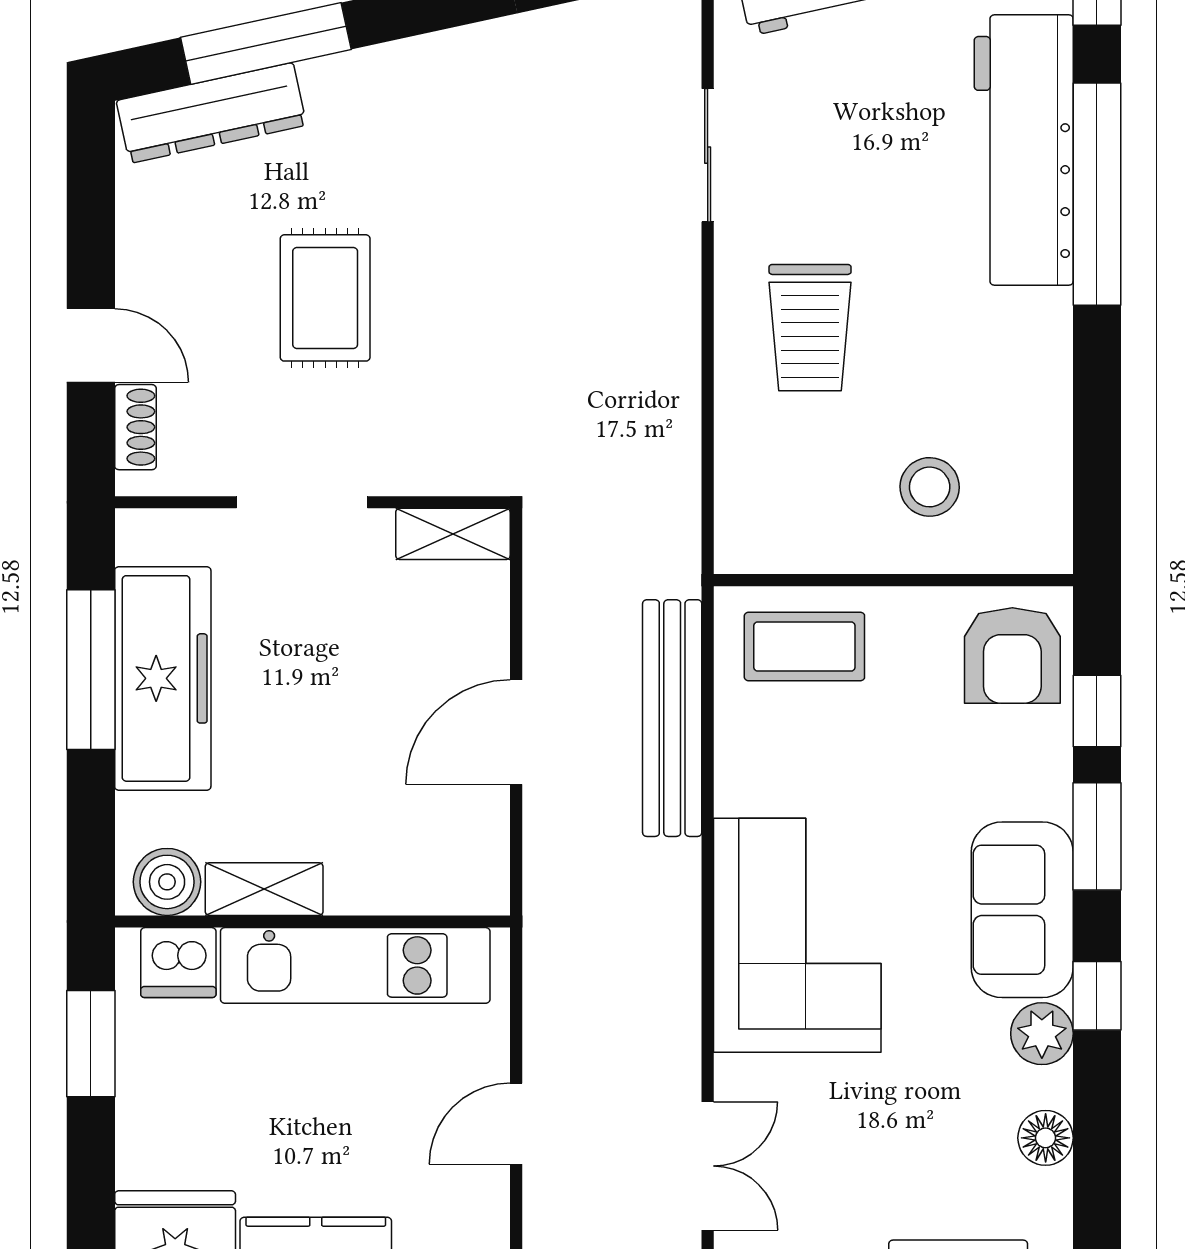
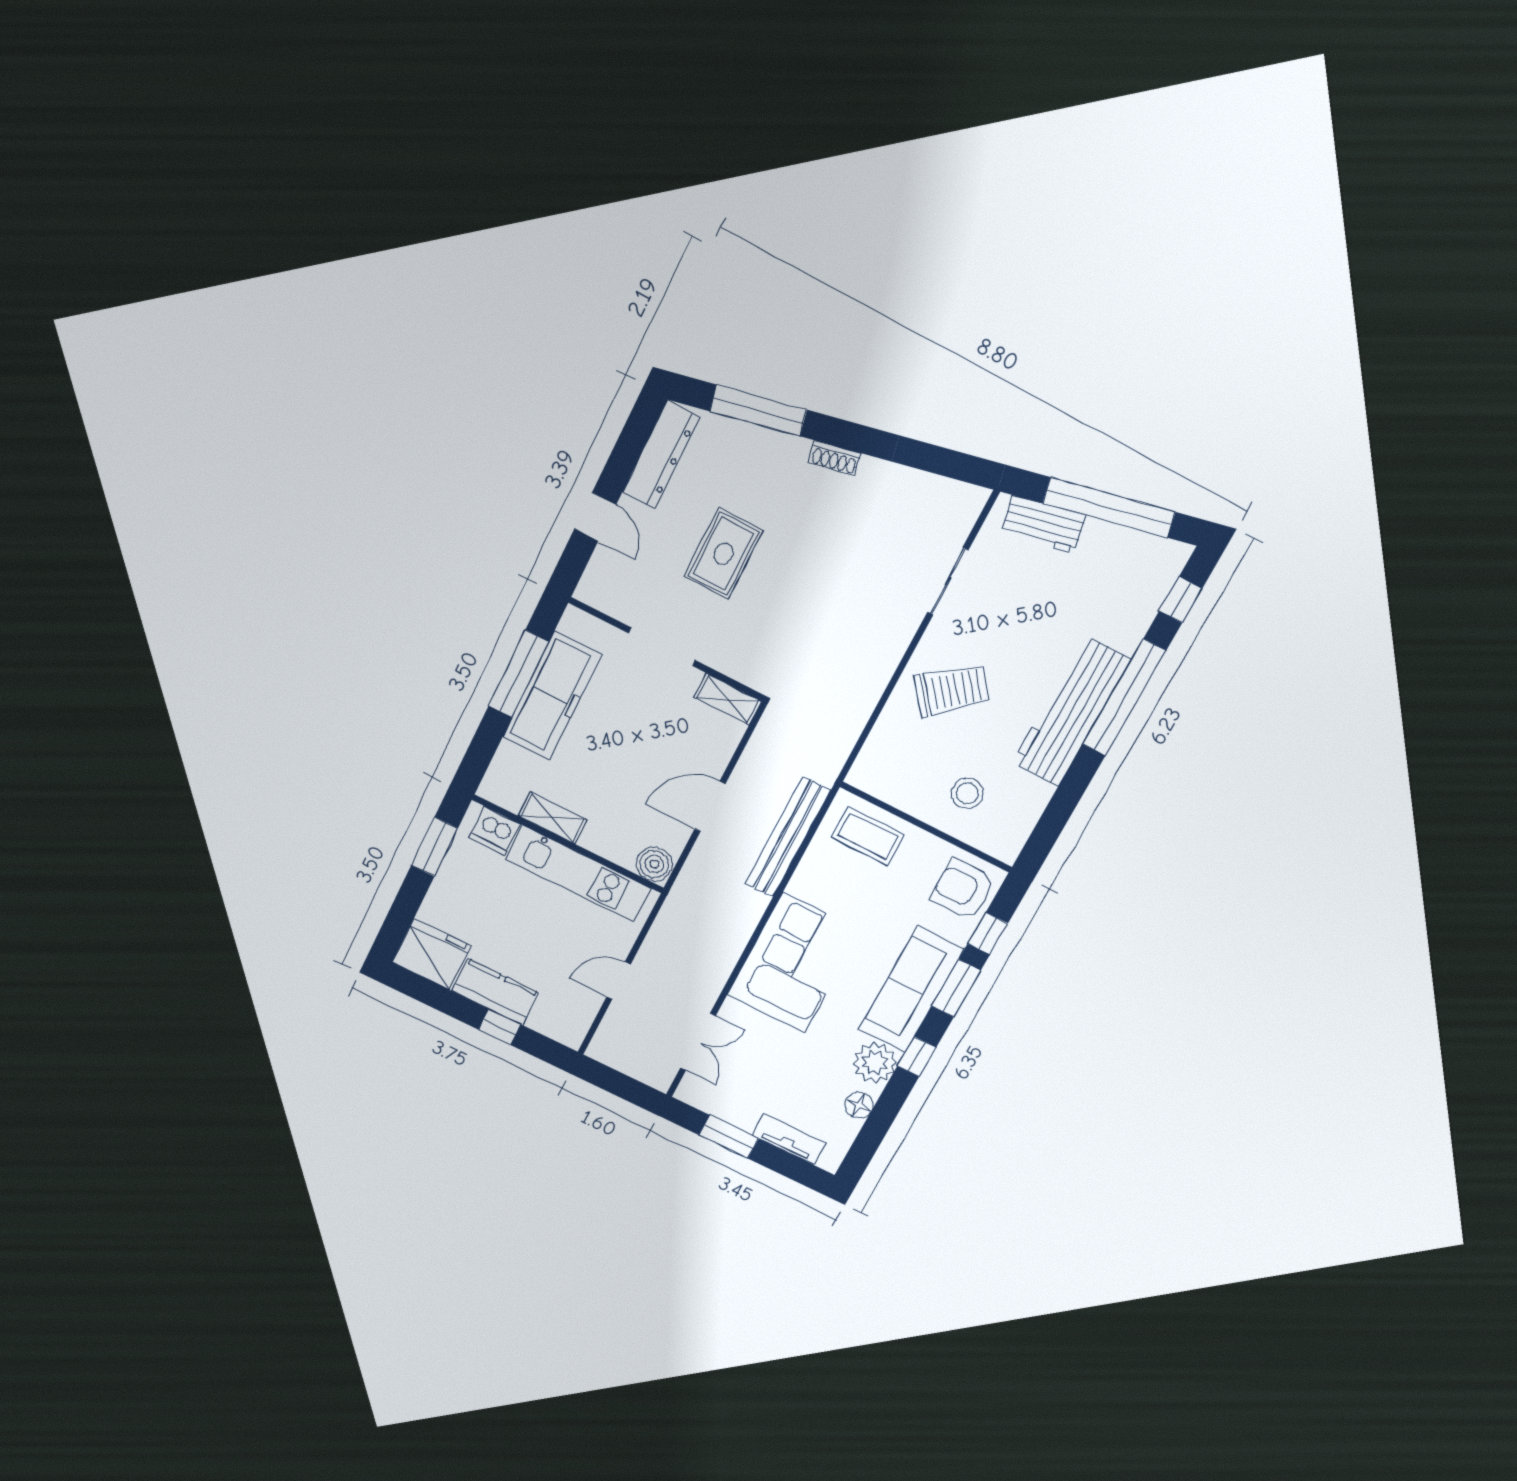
dresser: (211, 113) -> (661, 455), moved, turned -78
workbench: (1024, 150) -> (1071, 711), moved
trolley: (810, 328) -> (952, 690), turned -129
shoe rack: (135, 427) -> (835, 458), moved, turned 78
armchair: (1012, 656) -> (963, 889), turned 90
boiler: (167, 882) -> (654, 864), moved
sofa: (1022, 910) -> (912, 989), width x1.36
plant: (1042, 1034) -> (875, 1063), width x1.36, depth x1.36

